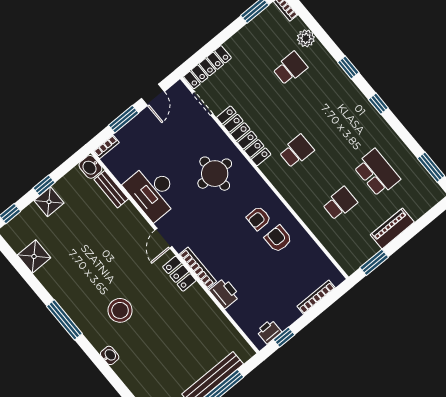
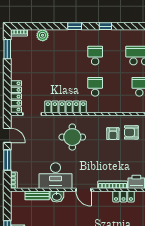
school desk: (290, 68) -> (95, 56), moved
washbasin: (90, 167) -> (57, 196), moved
locker: (179, 274) -> (123, 196), moved

